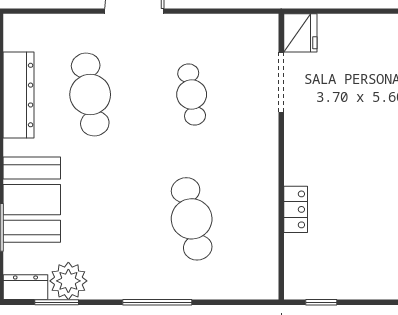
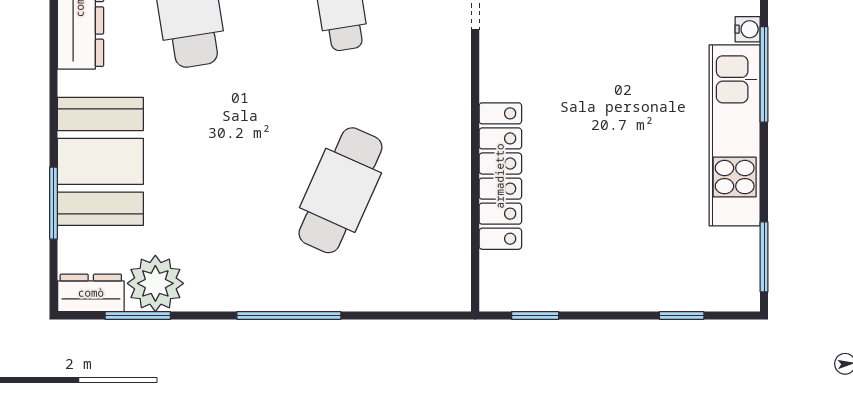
locker: (296, 209) -> (500, 176), width x2.16, depth x1.21
cafe table: (192, 219) -> (340, 190), turned 36

